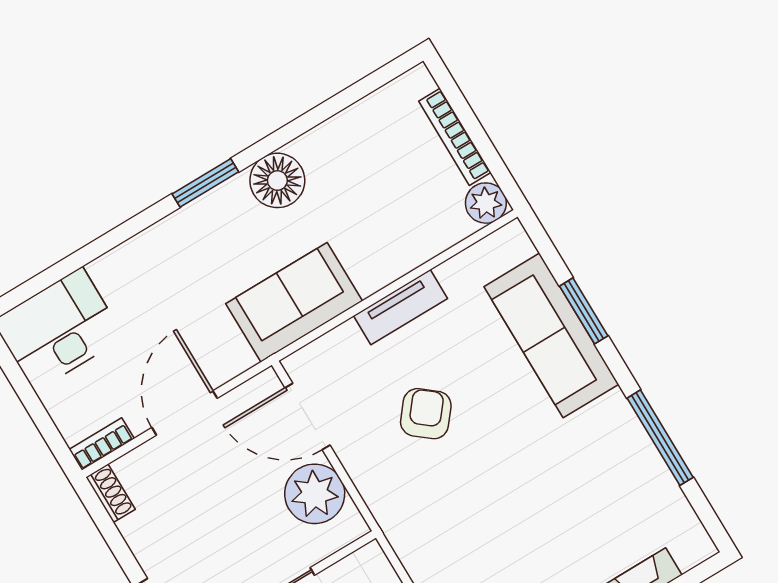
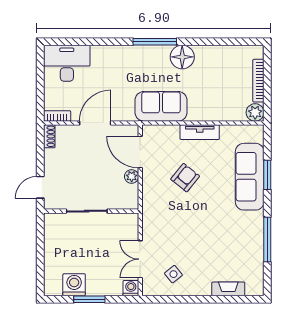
window: (205, 183) -> (155, 42), width x1.44
plant: (315, 494) -> (132, 176), width x0.53, depth x0.53

